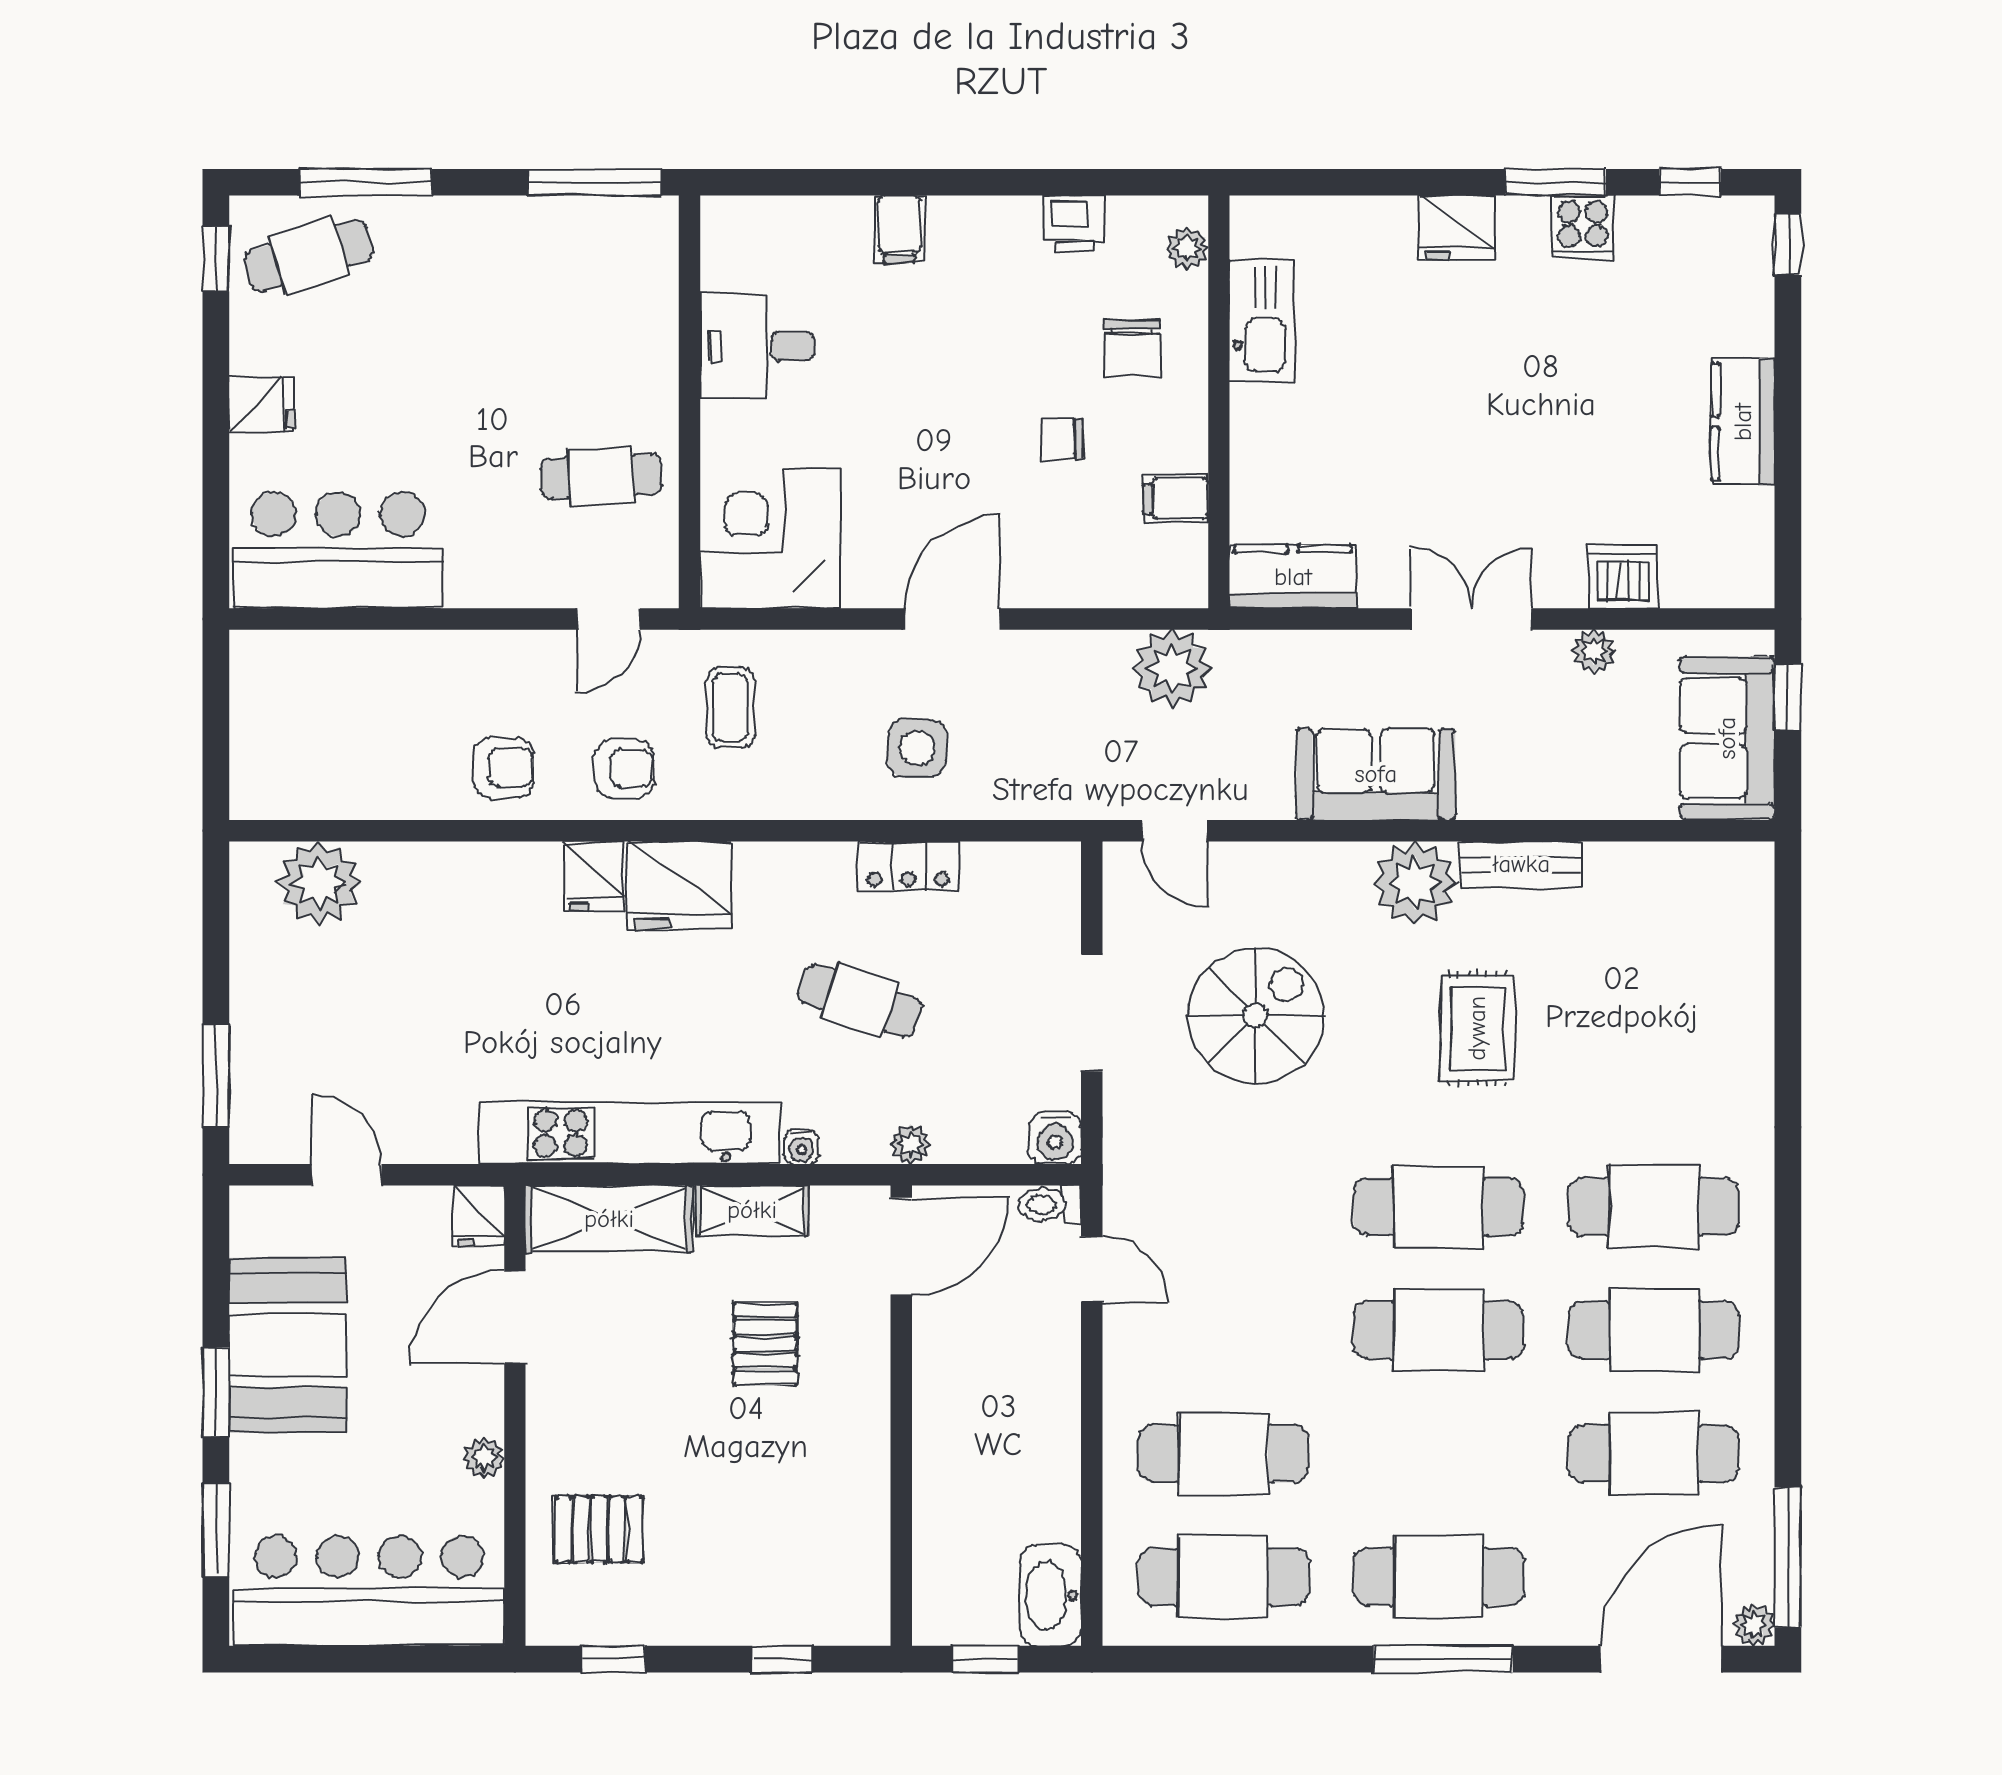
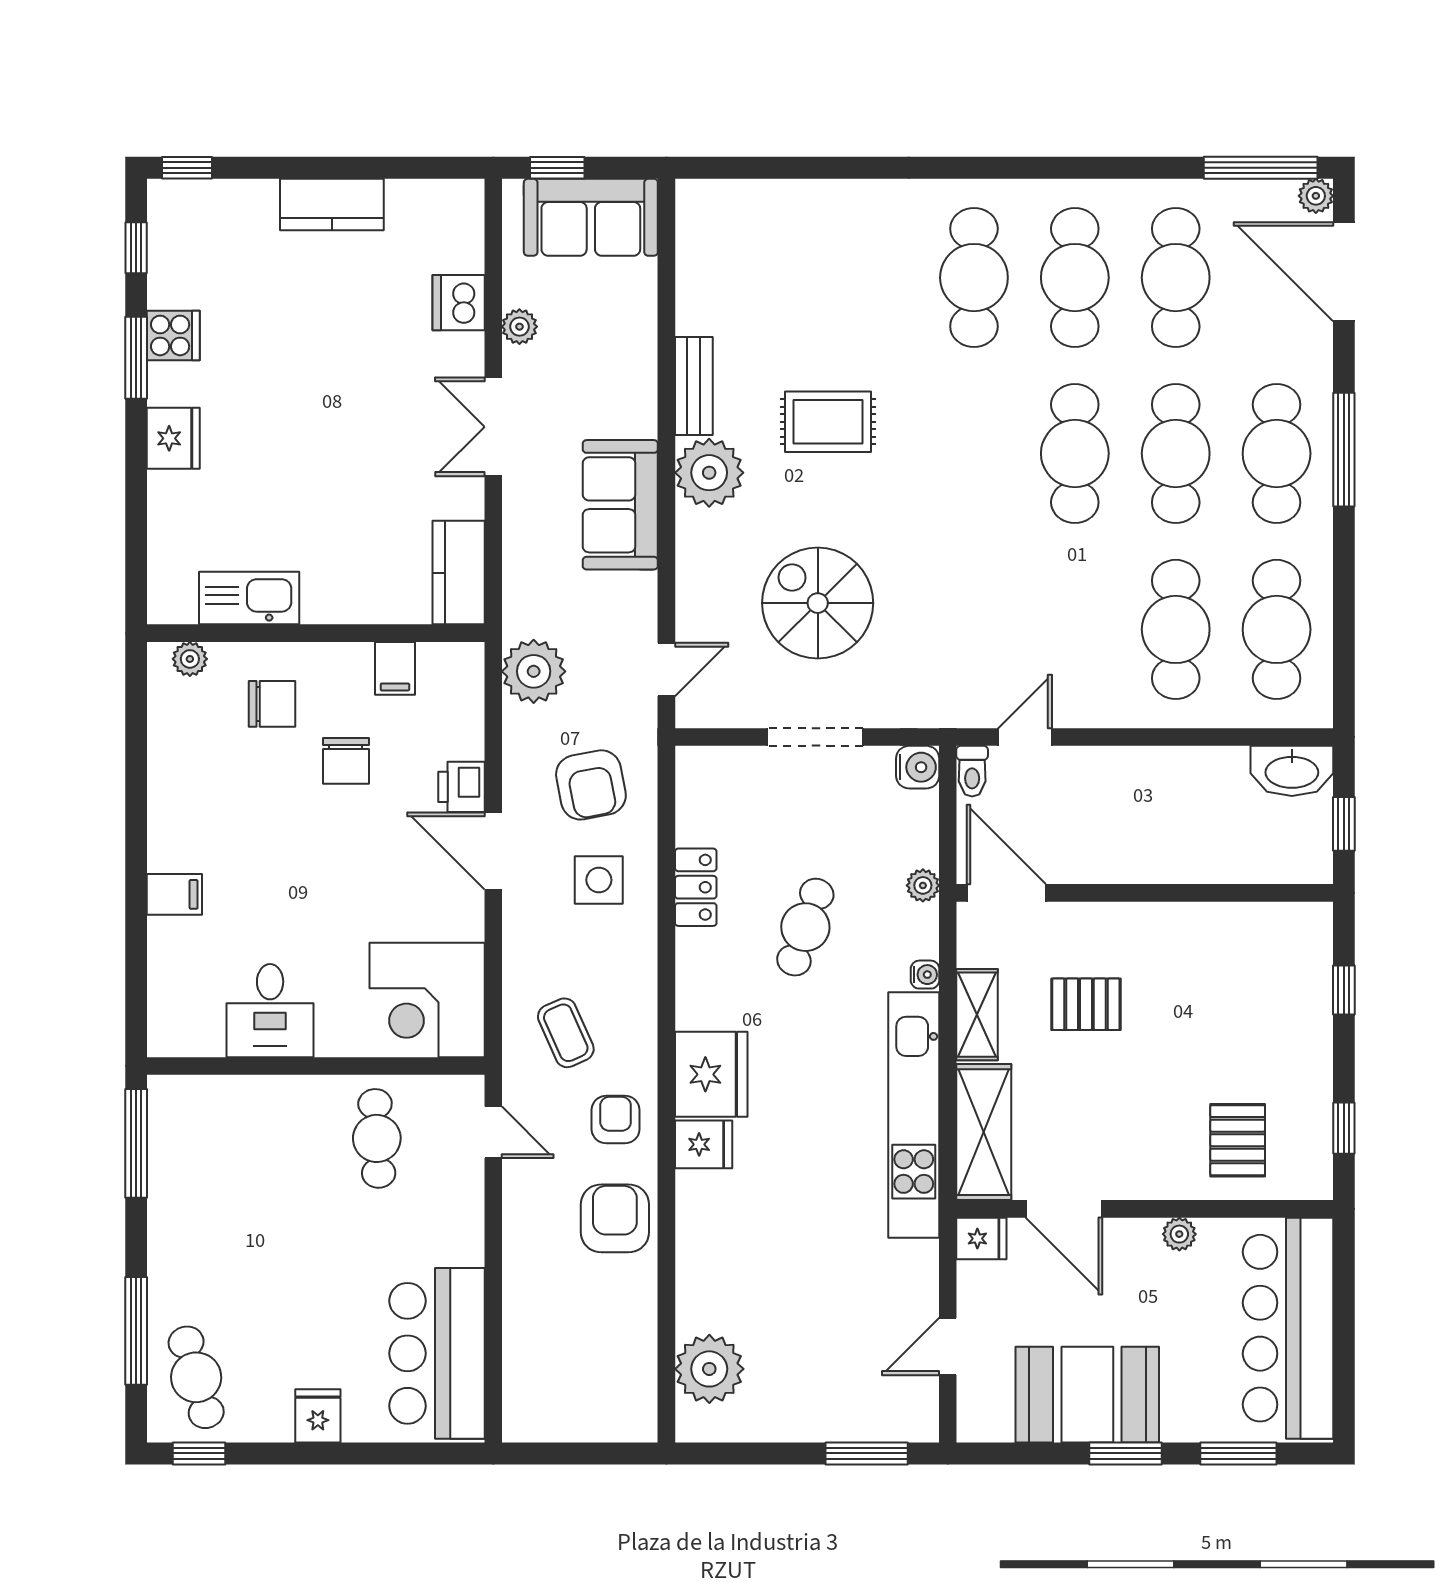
printer: (1075, 224) -> (462, 787), moved, turned 180
chair: (1063, 439) -> (346, 761), width x1.37, depth x1.37
coffee table: (730, 708) -> (566, 1033), turned 66
armchair: (1033, 738) -> (591, 785), added
armchair: (503, 768) -> (615, 1218), width x1.38, depth x1.38
cafe table: (1439, 1207) -> (1176, 453), moved

